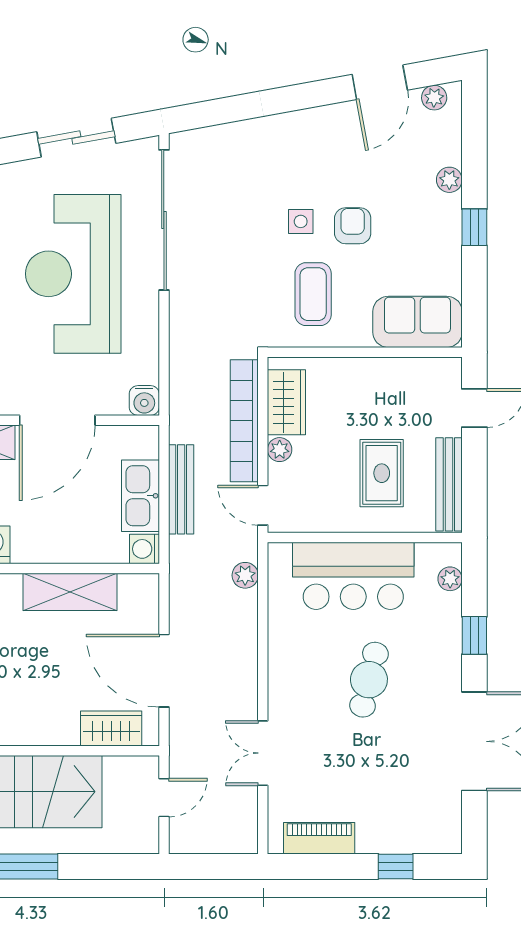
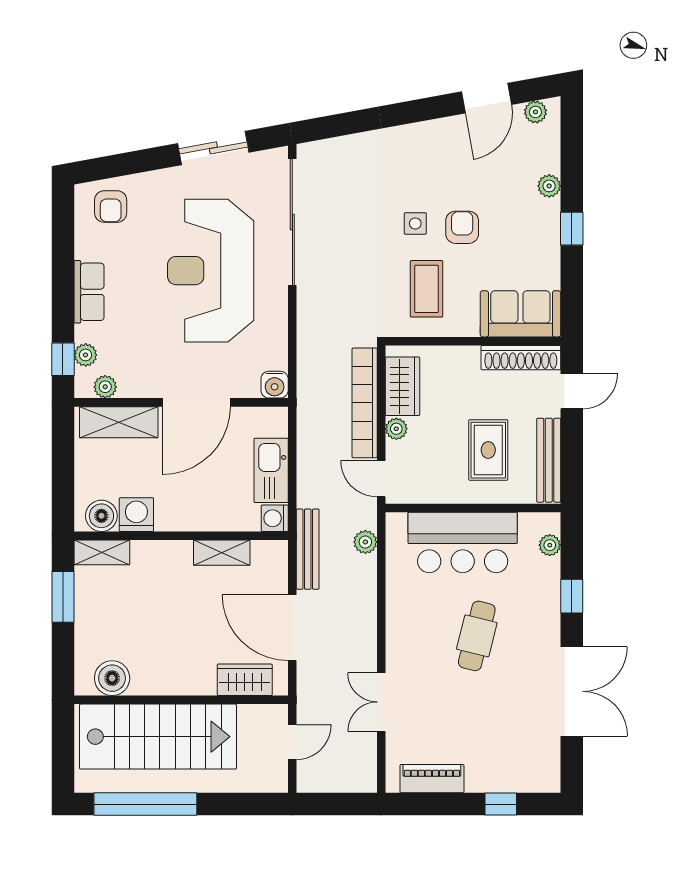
shoe rack: (418, 370) -> (521, 358), added
bench: (181, 489) -> (308, 549), moved
shelving: (70, 592) -> (222, 553), width x0.67, depth x0.75

